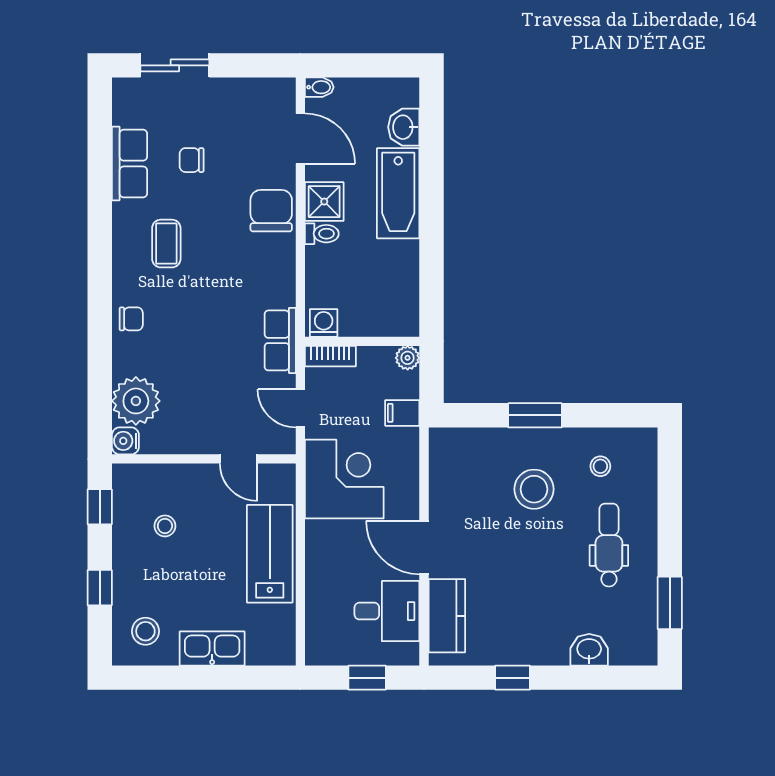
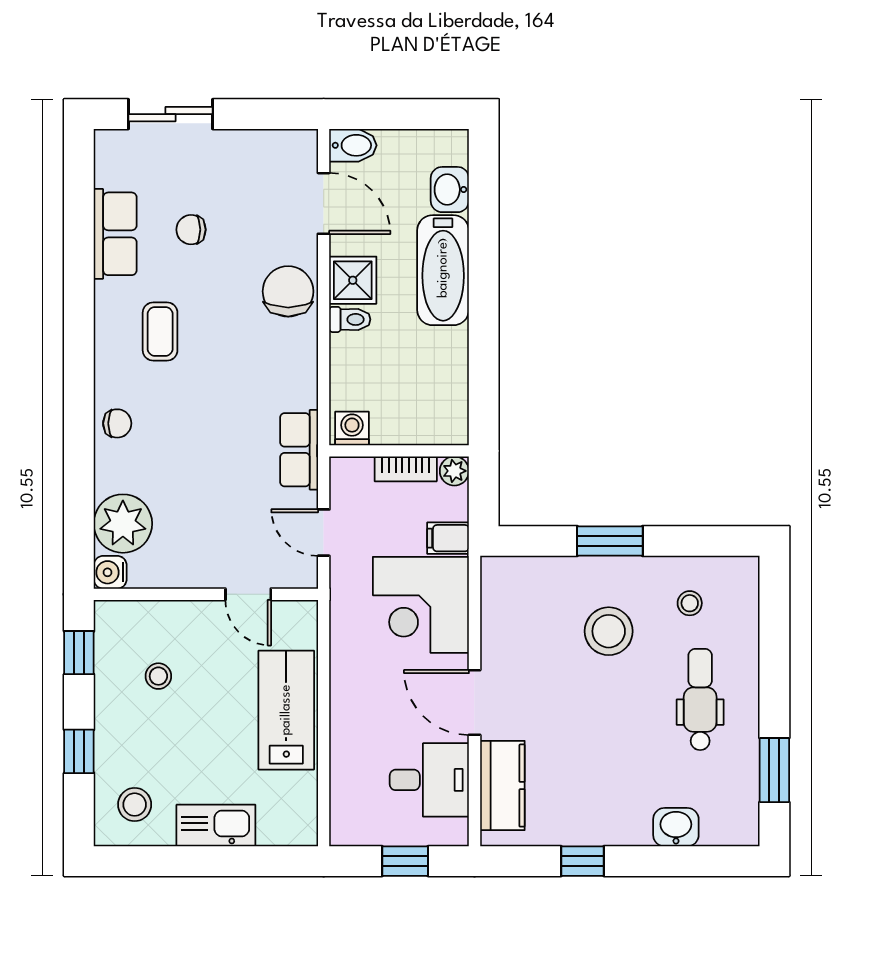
bidet: (319, 87) -> (353, 145), width x1.38, depth x1.36
bookcase: (330, 356) -> (406, 469), moved
corner desk: (344, 479) -> (421, 605), moved, turned 180

